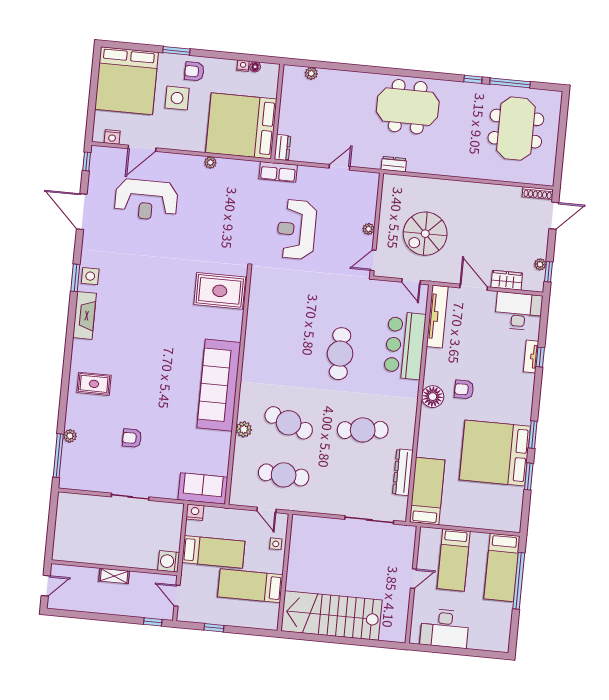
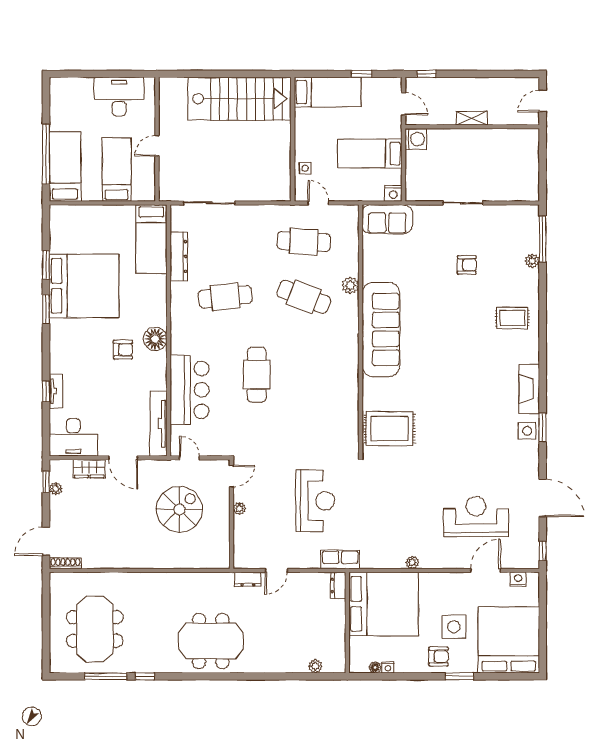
dresser: (394, 164) -> (248, 579), moved
bed: (250, 586) -> (328, 92), moved

